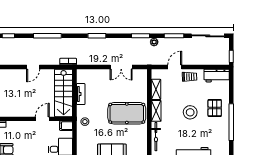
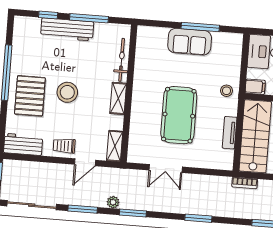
double door: (121, 67) -> (166, 169), swing flipped
shelving: (156, 89) -> (115, 146), moved
pallet: (215, 108) -> (30, 96), width x1.50, depth x1.42
pool table: (127, 113) -> (179, 115), moved, turned 90

